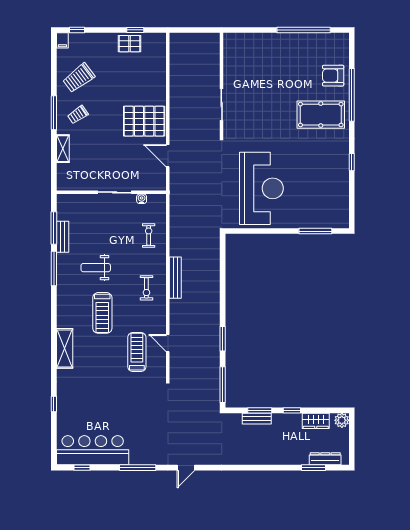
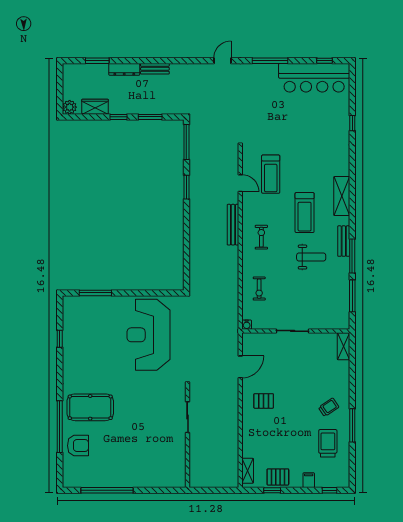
filing cabinet: (62, 40) -> (309, 480), moved
shelving: (160, 50) -> (248, 471), added
trolley: (79, 78) -> (328, 443), turned -53
window: (54, 113) -> (352, 425), moved
pallet: (144, 121) -> (264, 401), width x0.49, depth x0.50
shelving: (63, 149) -> (343, 346), moved
door: (168, 156) -> (240, 367), hinge flipped
window: (352, 162) -> (60, 339), moved
water cooler: (142, 199) -> (247, 325), moved
bench: (63, 237) -> (344, 241), moved
bench: (175, 278) -> (233, 225), moved
treadmill: (102, 313) -> (305, 213), turned 180
shelving: (65, 348) -> (342, 196), moved
bench: (257, 419) -> (155, 69), moved
dresser: (325, 459) -> (124, 69), moved

